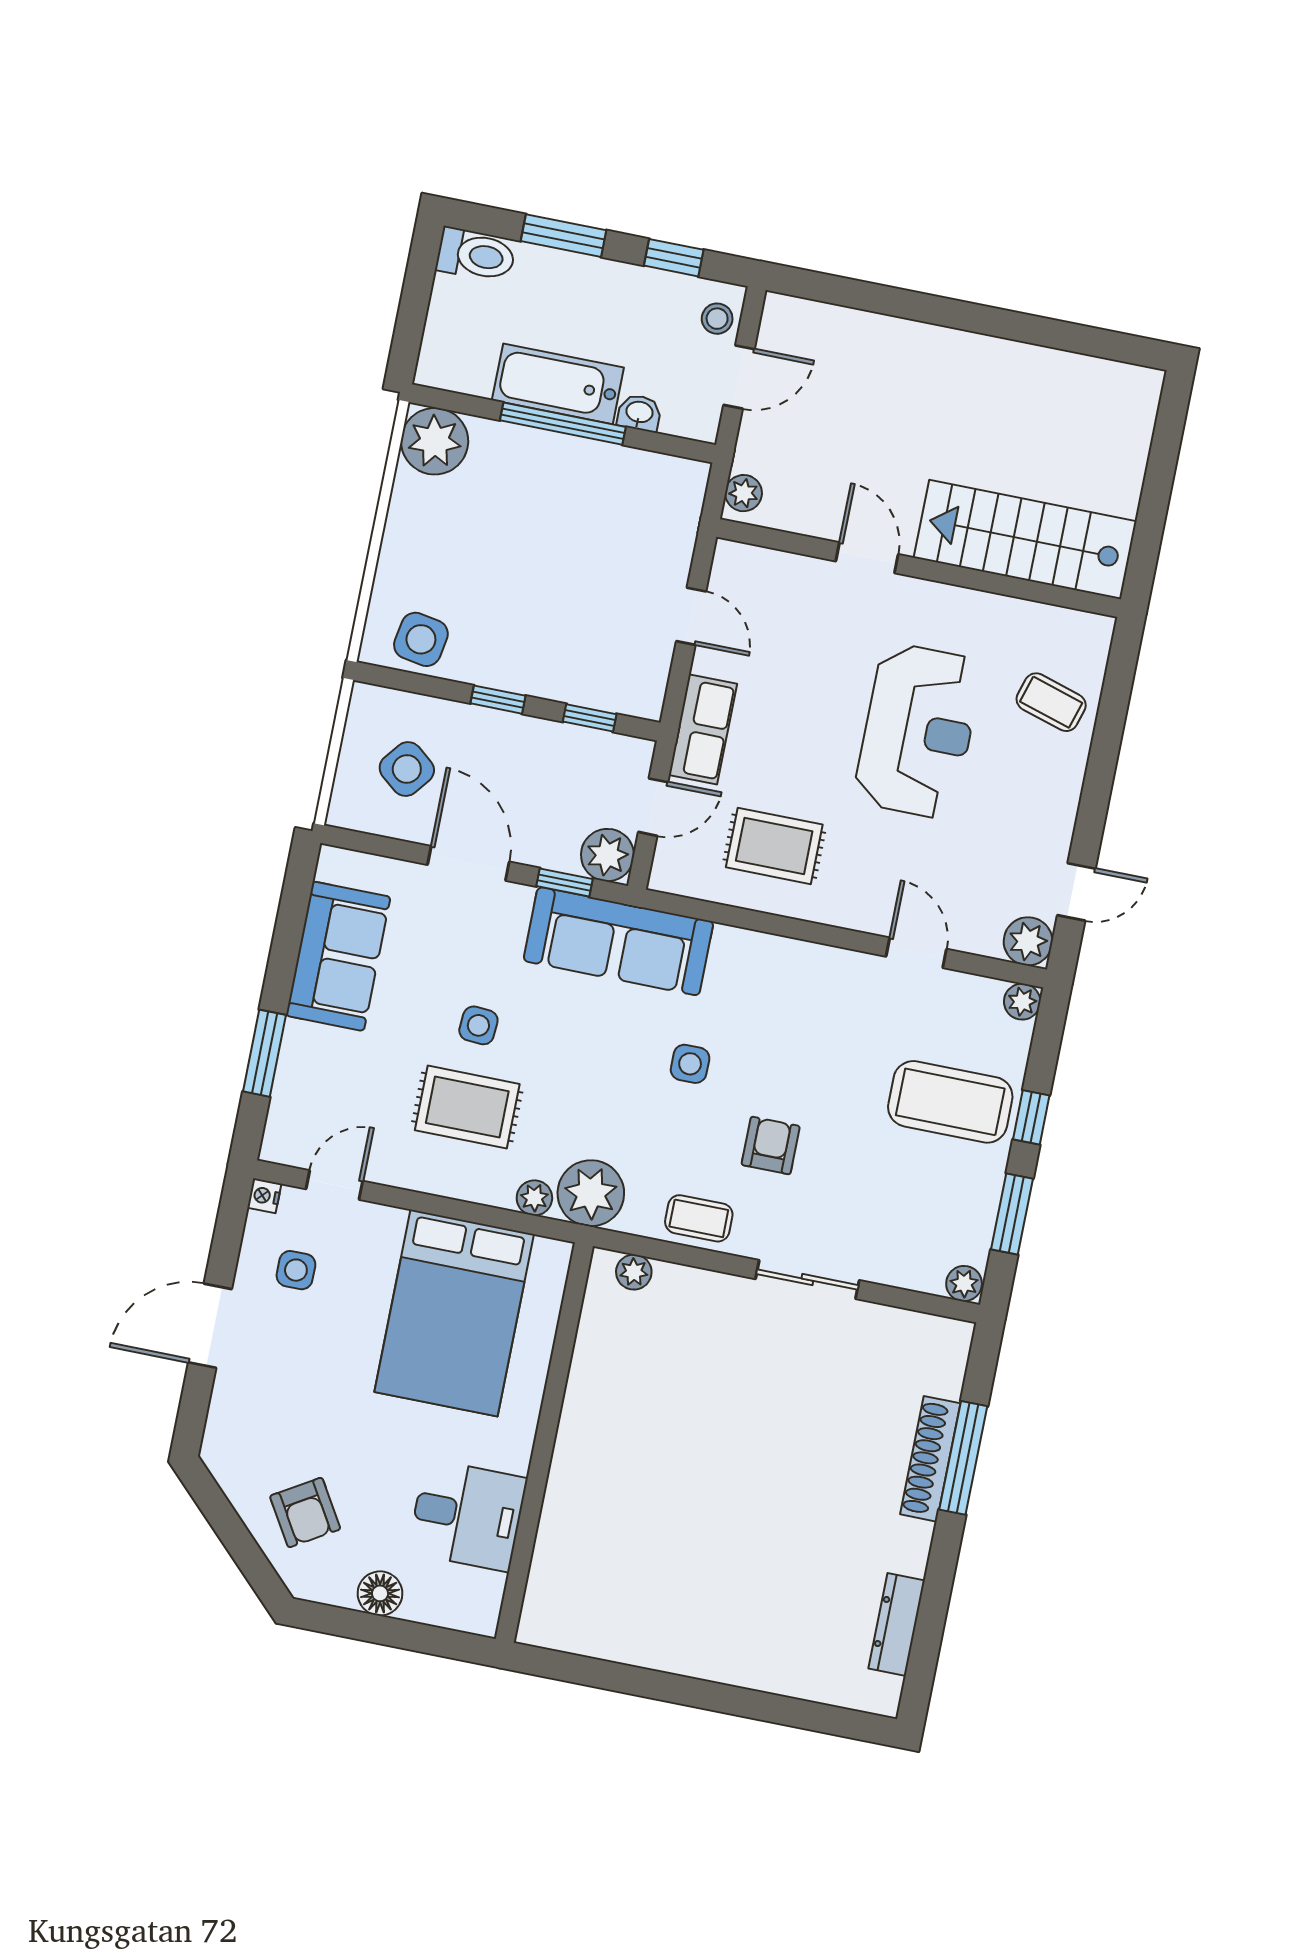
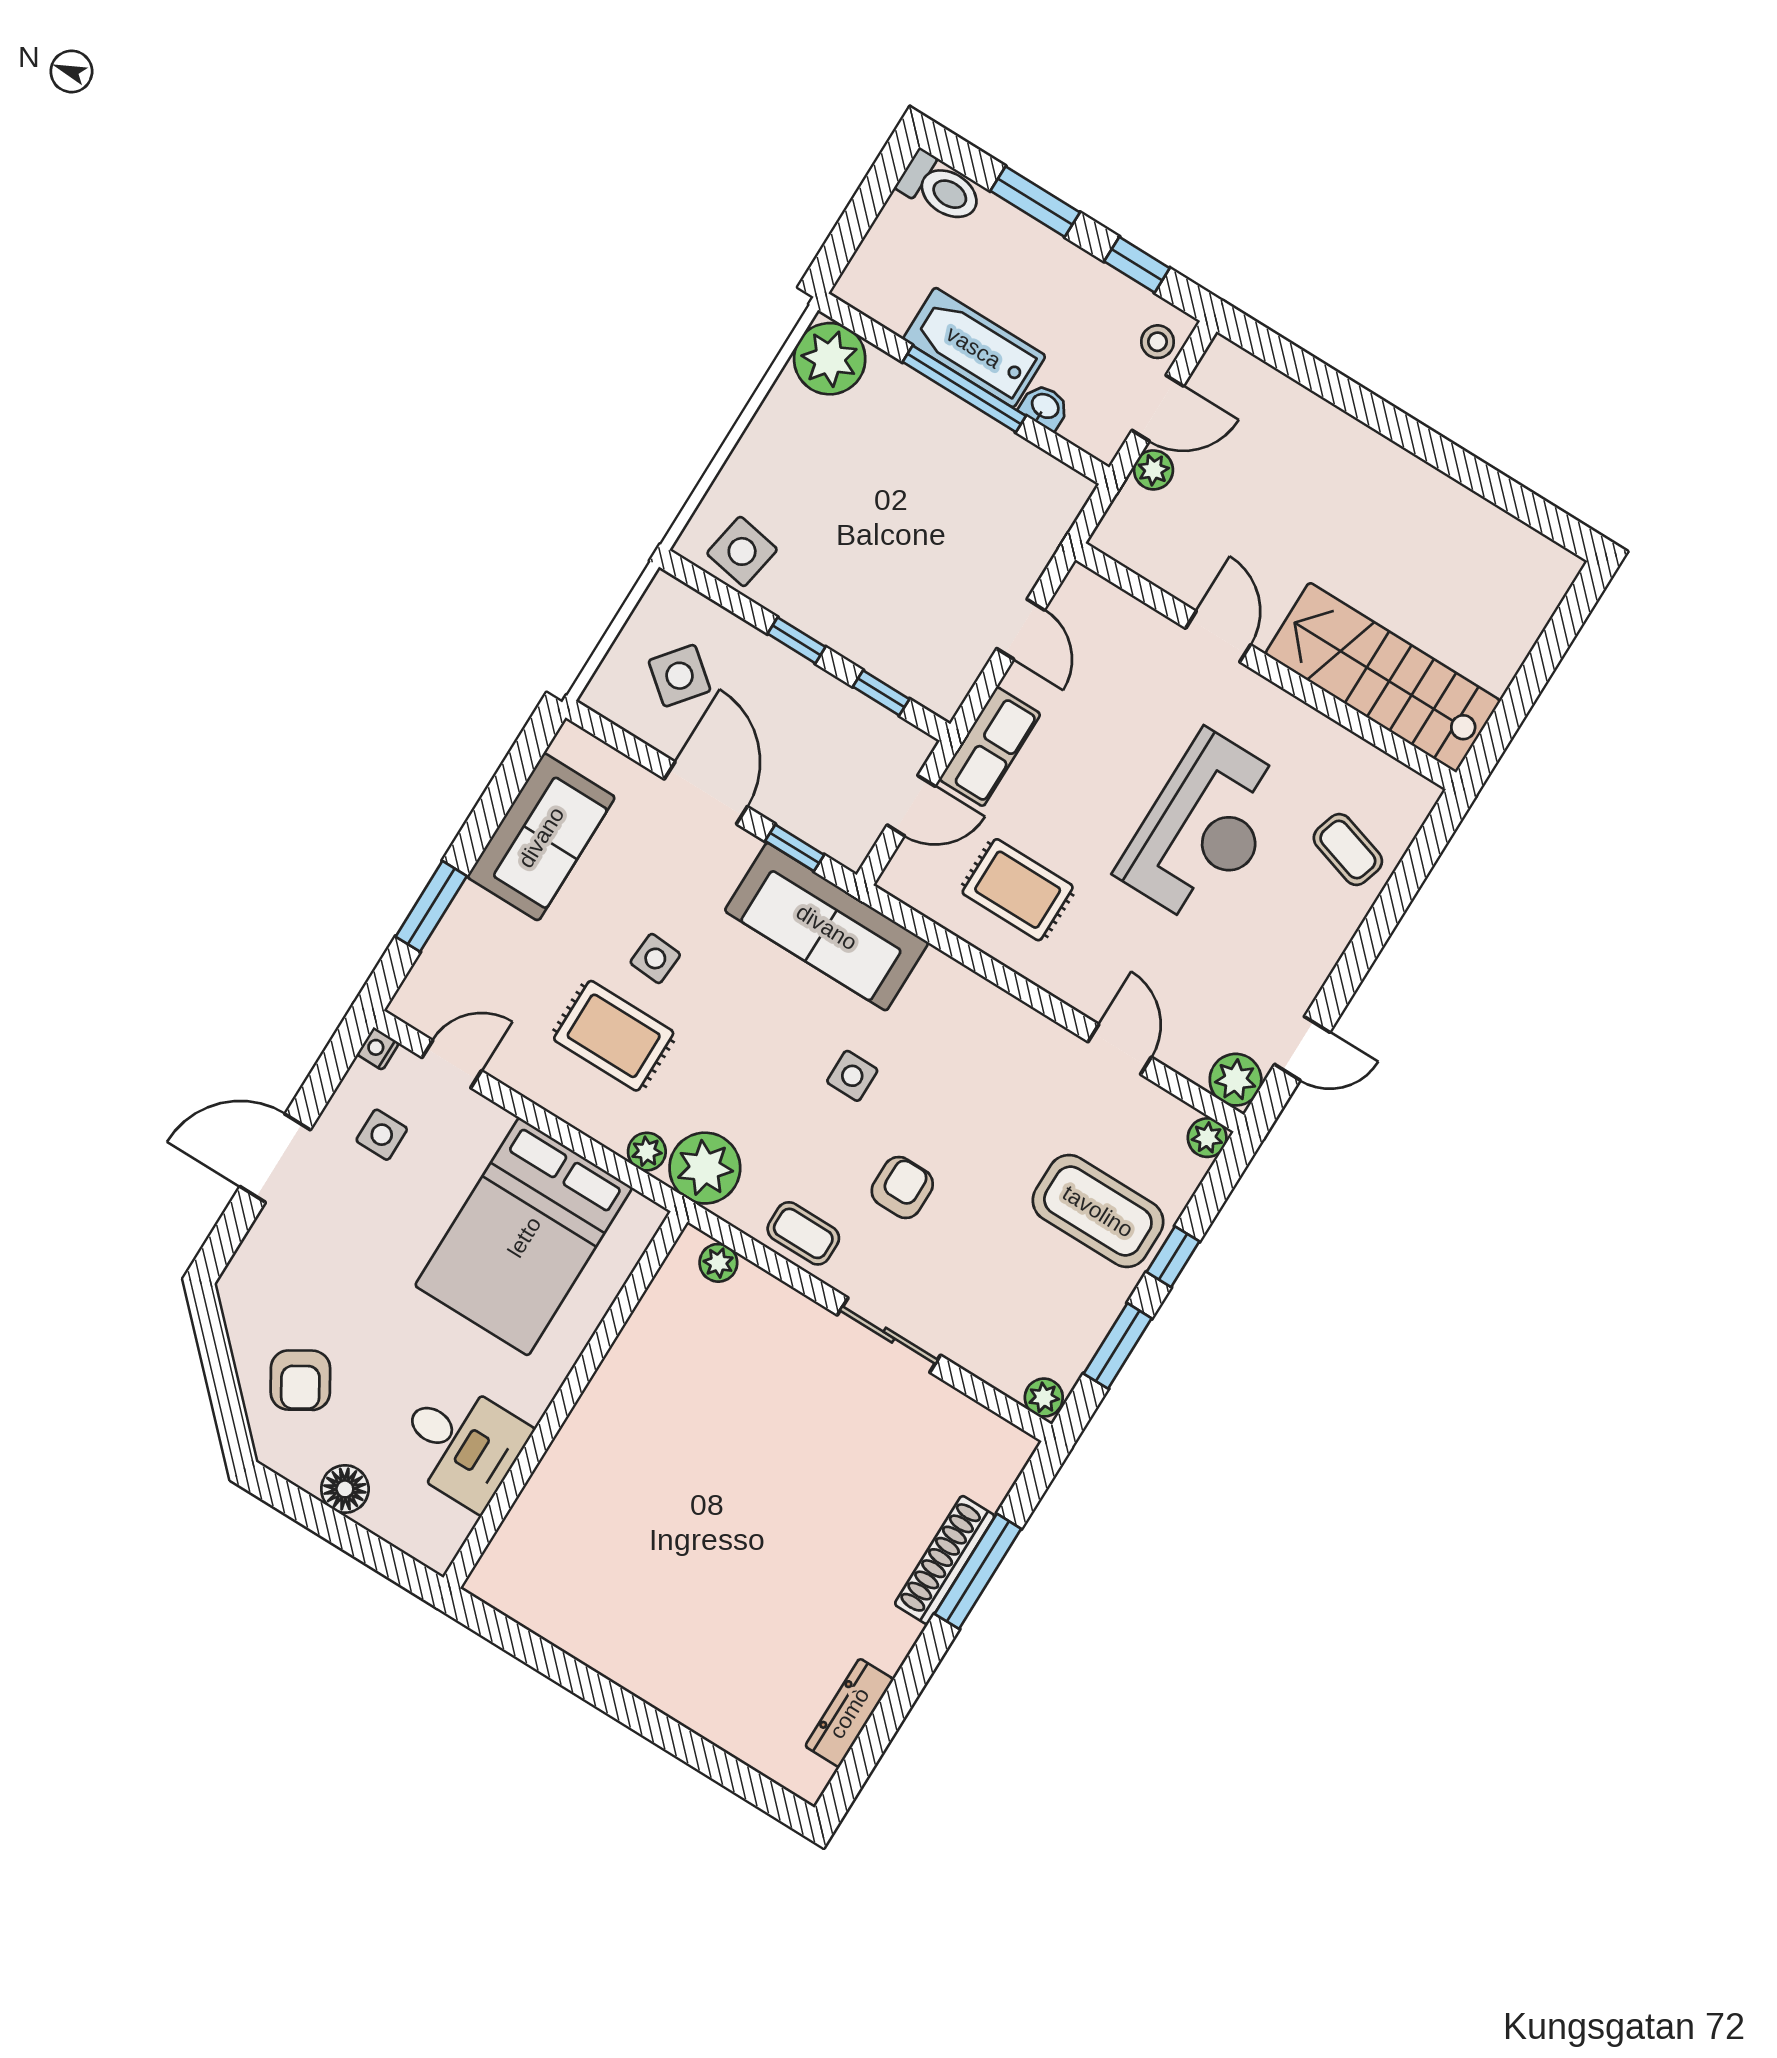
plant: (744, 493) -> (1153, 470), moved
plant: (607, 855) -> (848, 836), removed

